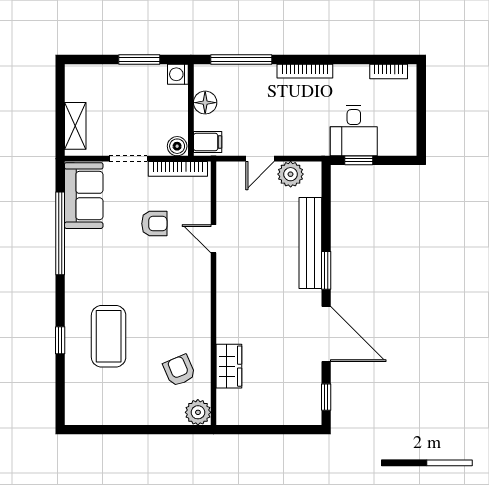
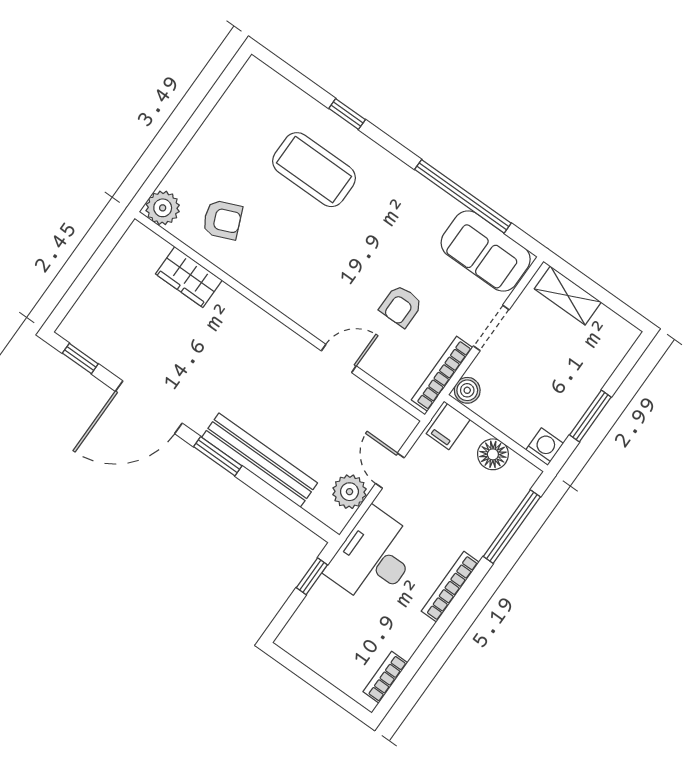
desk: (354, 131) -> (374, 557), moved, width x1.37

